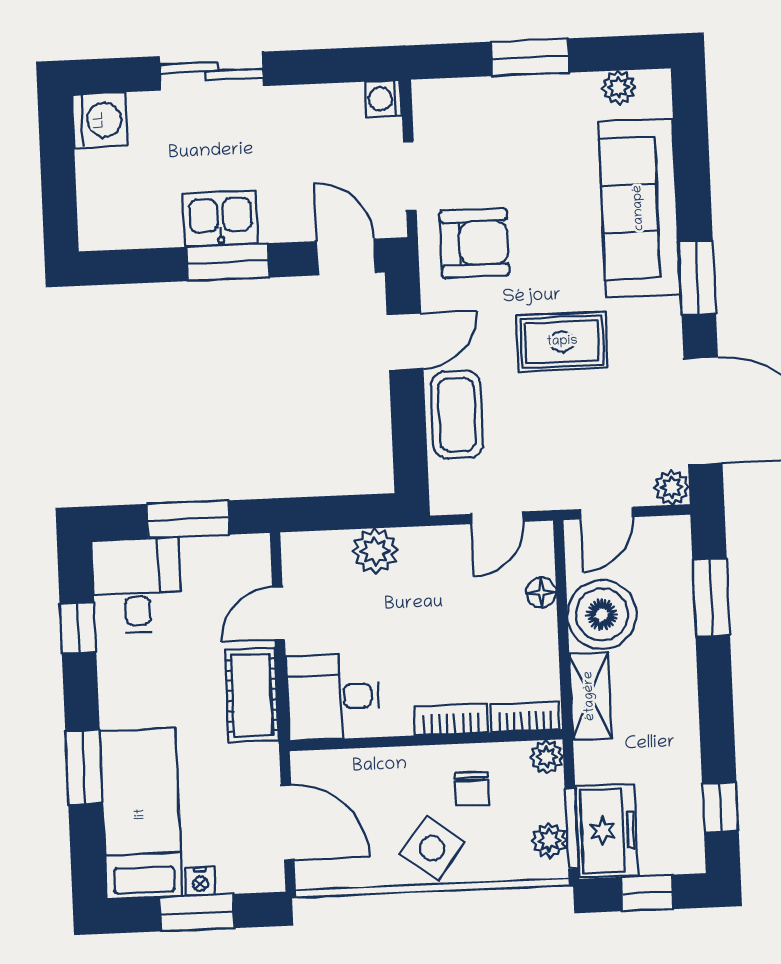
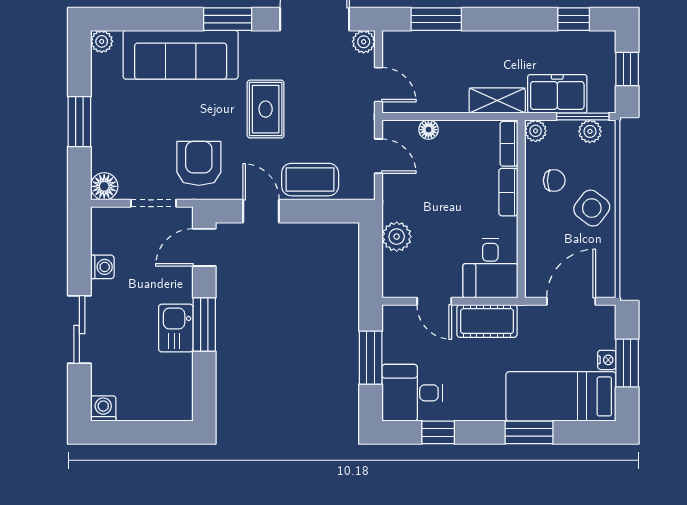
plant: (619, 88) -> (102, 41), moved
washing machine: (383, 99) -> (102, 267), moved, turned -90
floor lamp: (433, 100) -> (104, 186), added
washing machine: (100, 120) -> (103, 409), width x0.73, depth x0.73
boiler: (602, 615) -> (445, 91), removed
freezer: (607, 831) -> (557, 94), moved

